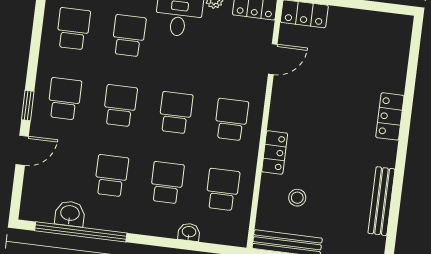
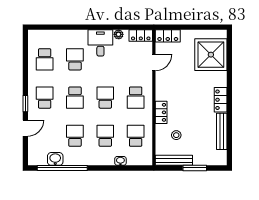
school desk: (73, 29) -> (45, 59), turned 180
shower: (379, 58) -> (211, 55), added
school desk: (120, 106) -> (75, 98), turned 180
locker: (390, 116) -> (221, 100), moved
school desk: (231, 120) -> (136, 98), turned 180

